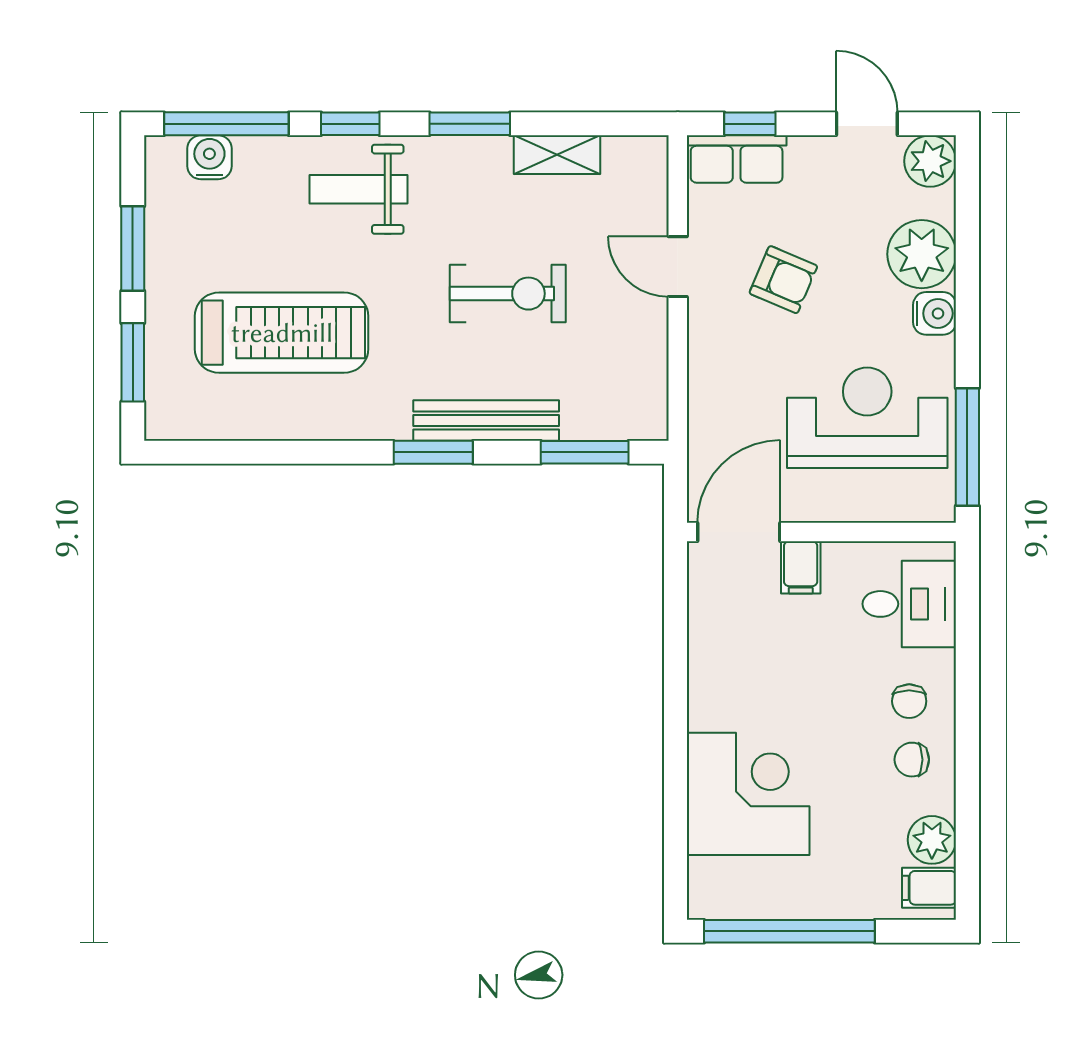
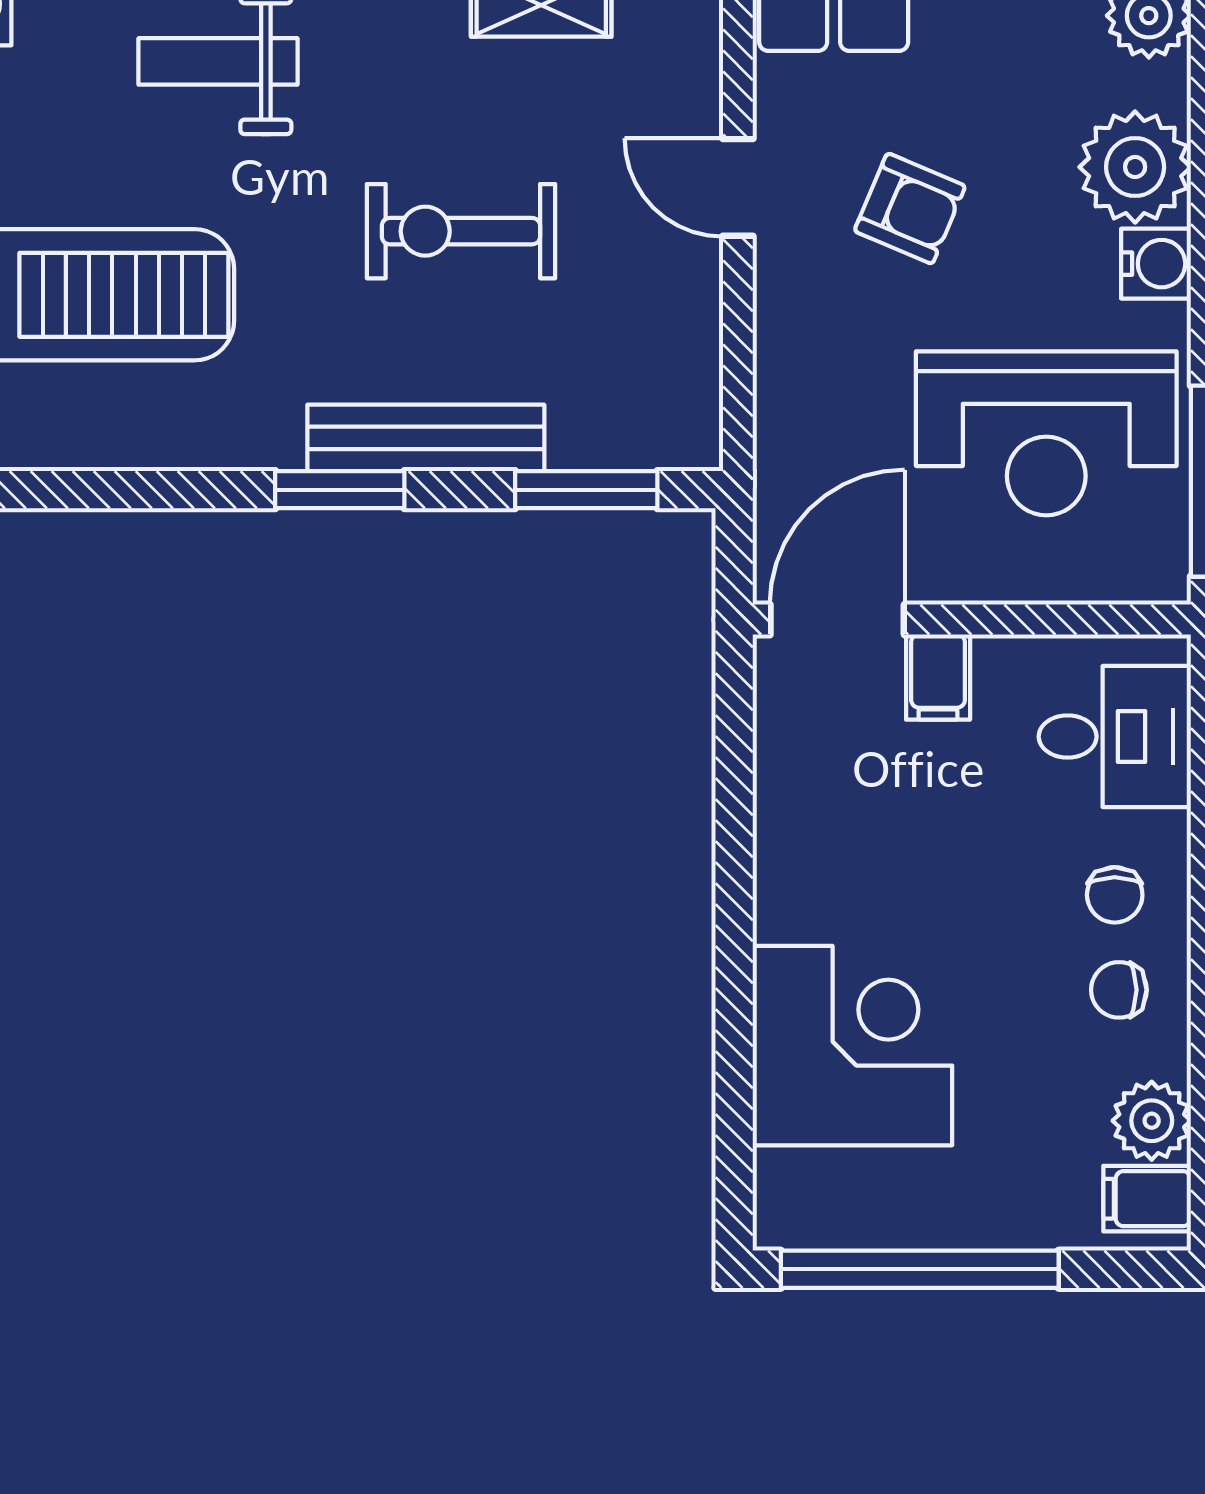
exercise bike: (508, 294) -> (461, 231), turned 180
reception desk: (867, 418) -> (1046, 433), turned 180

